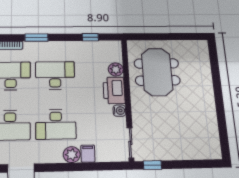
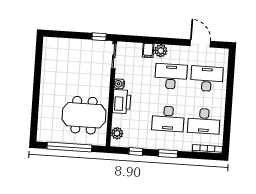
window: (169, 37) -> (69, 147), added
window: (36, 38) -> (168, 154), moved
plant: (116, 69) -> (117, 133), moved
meeting table: (157, 72) -> (84, 115), turned 90

